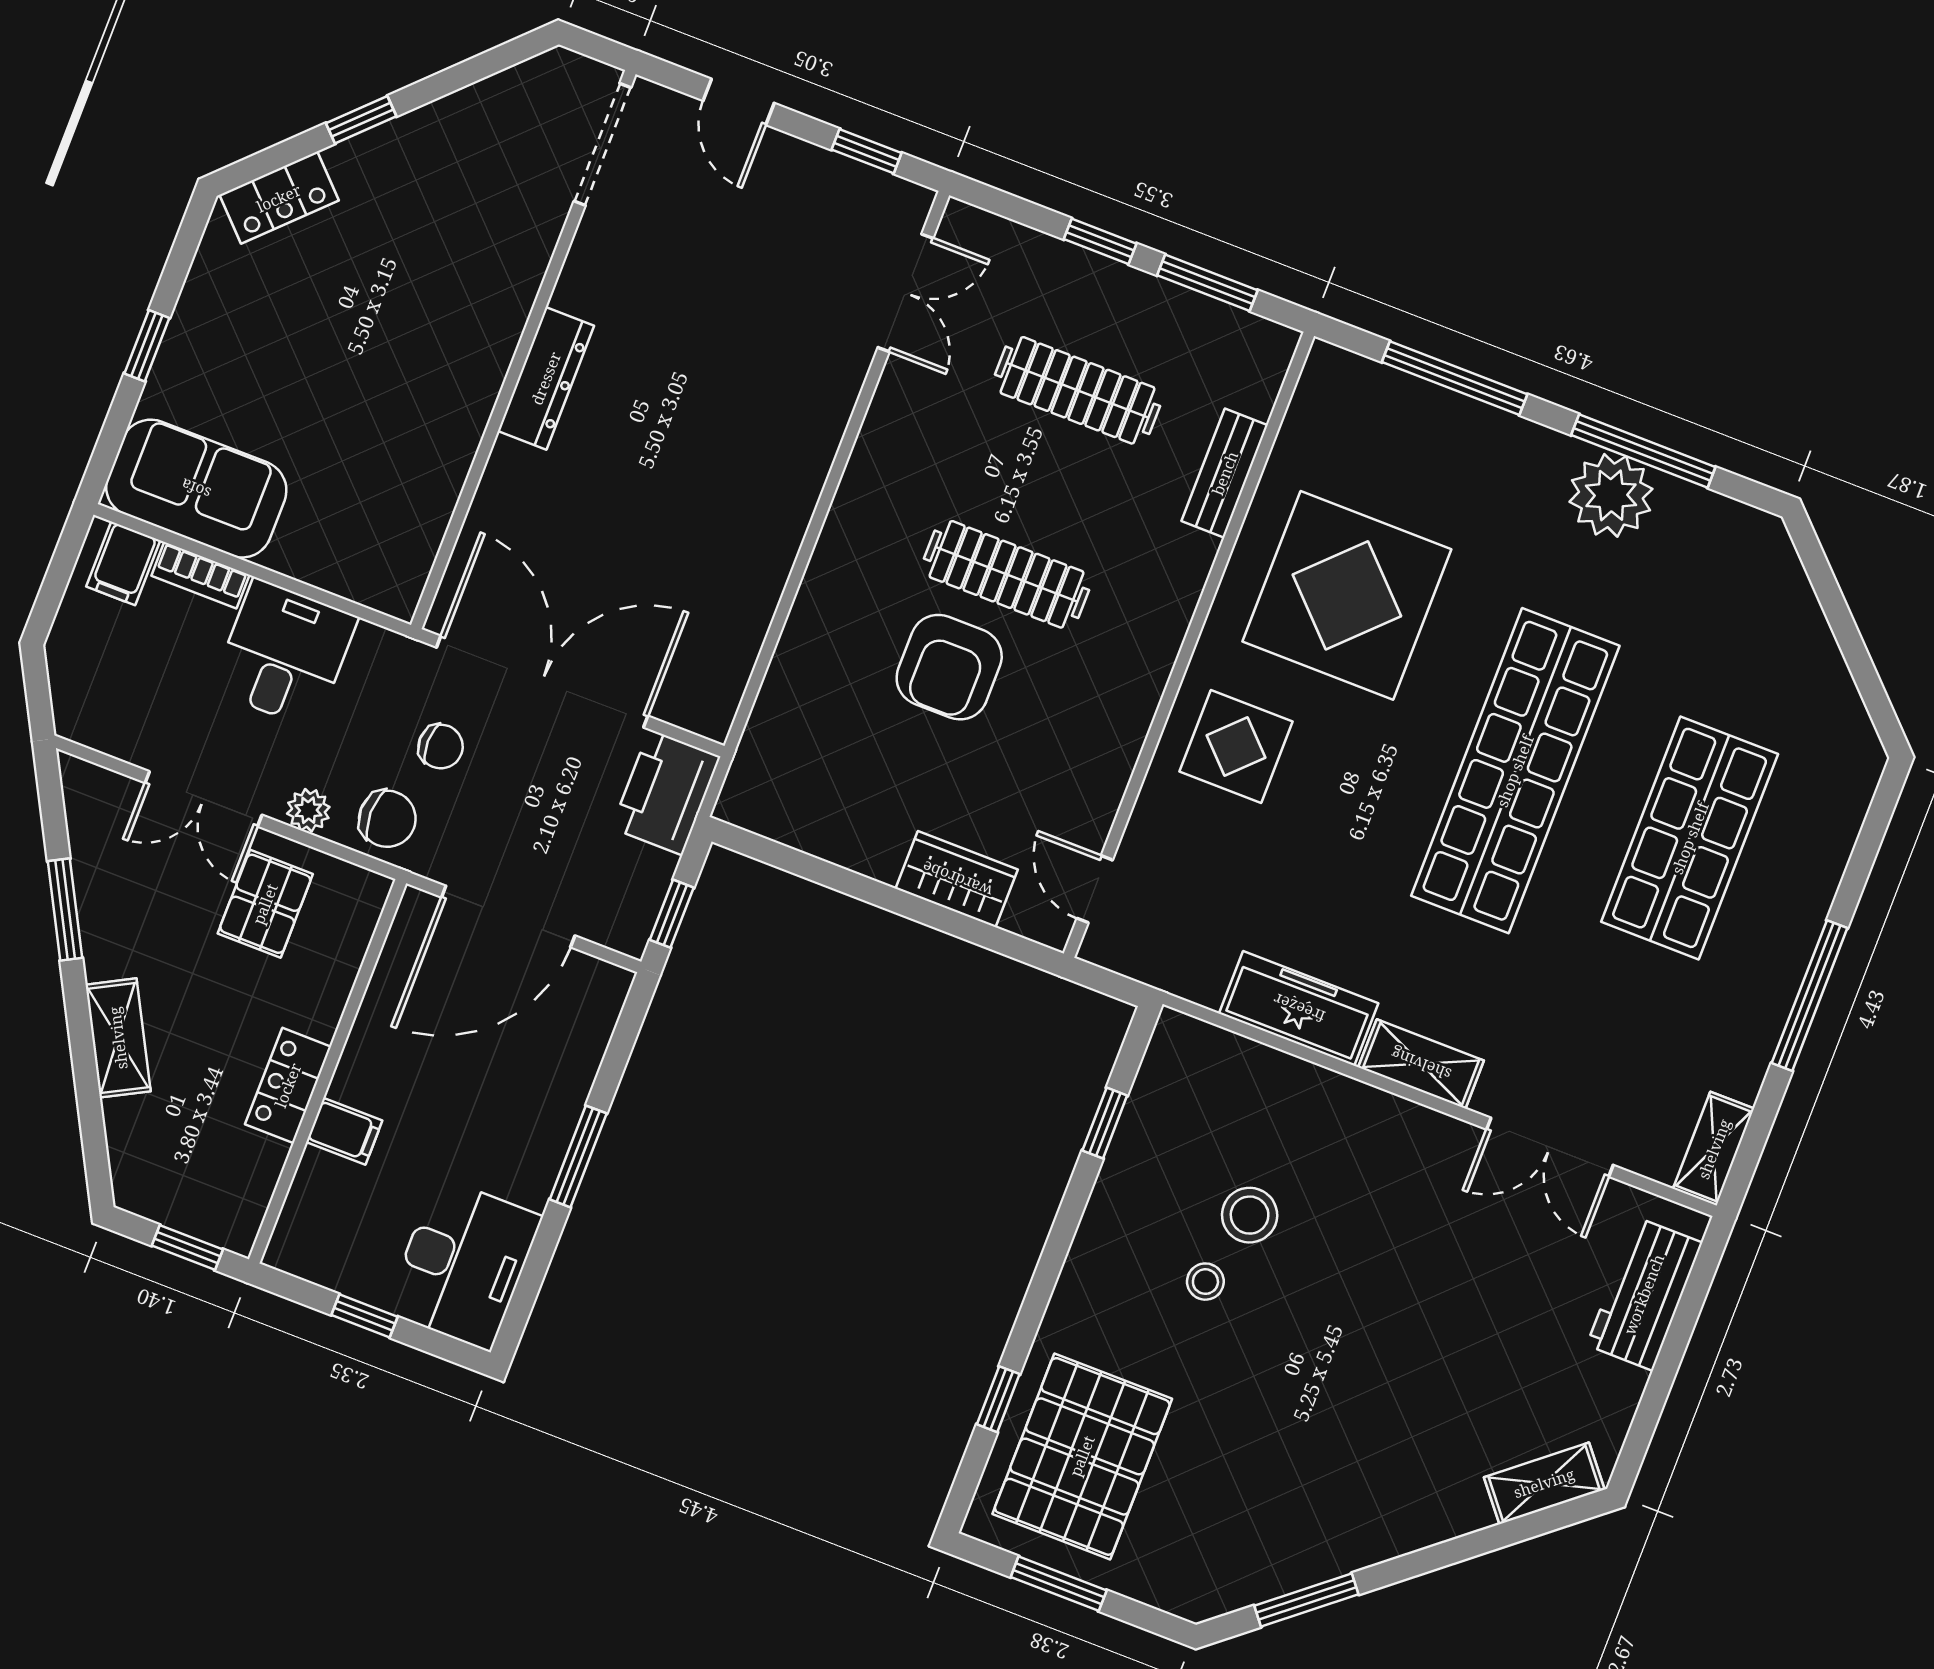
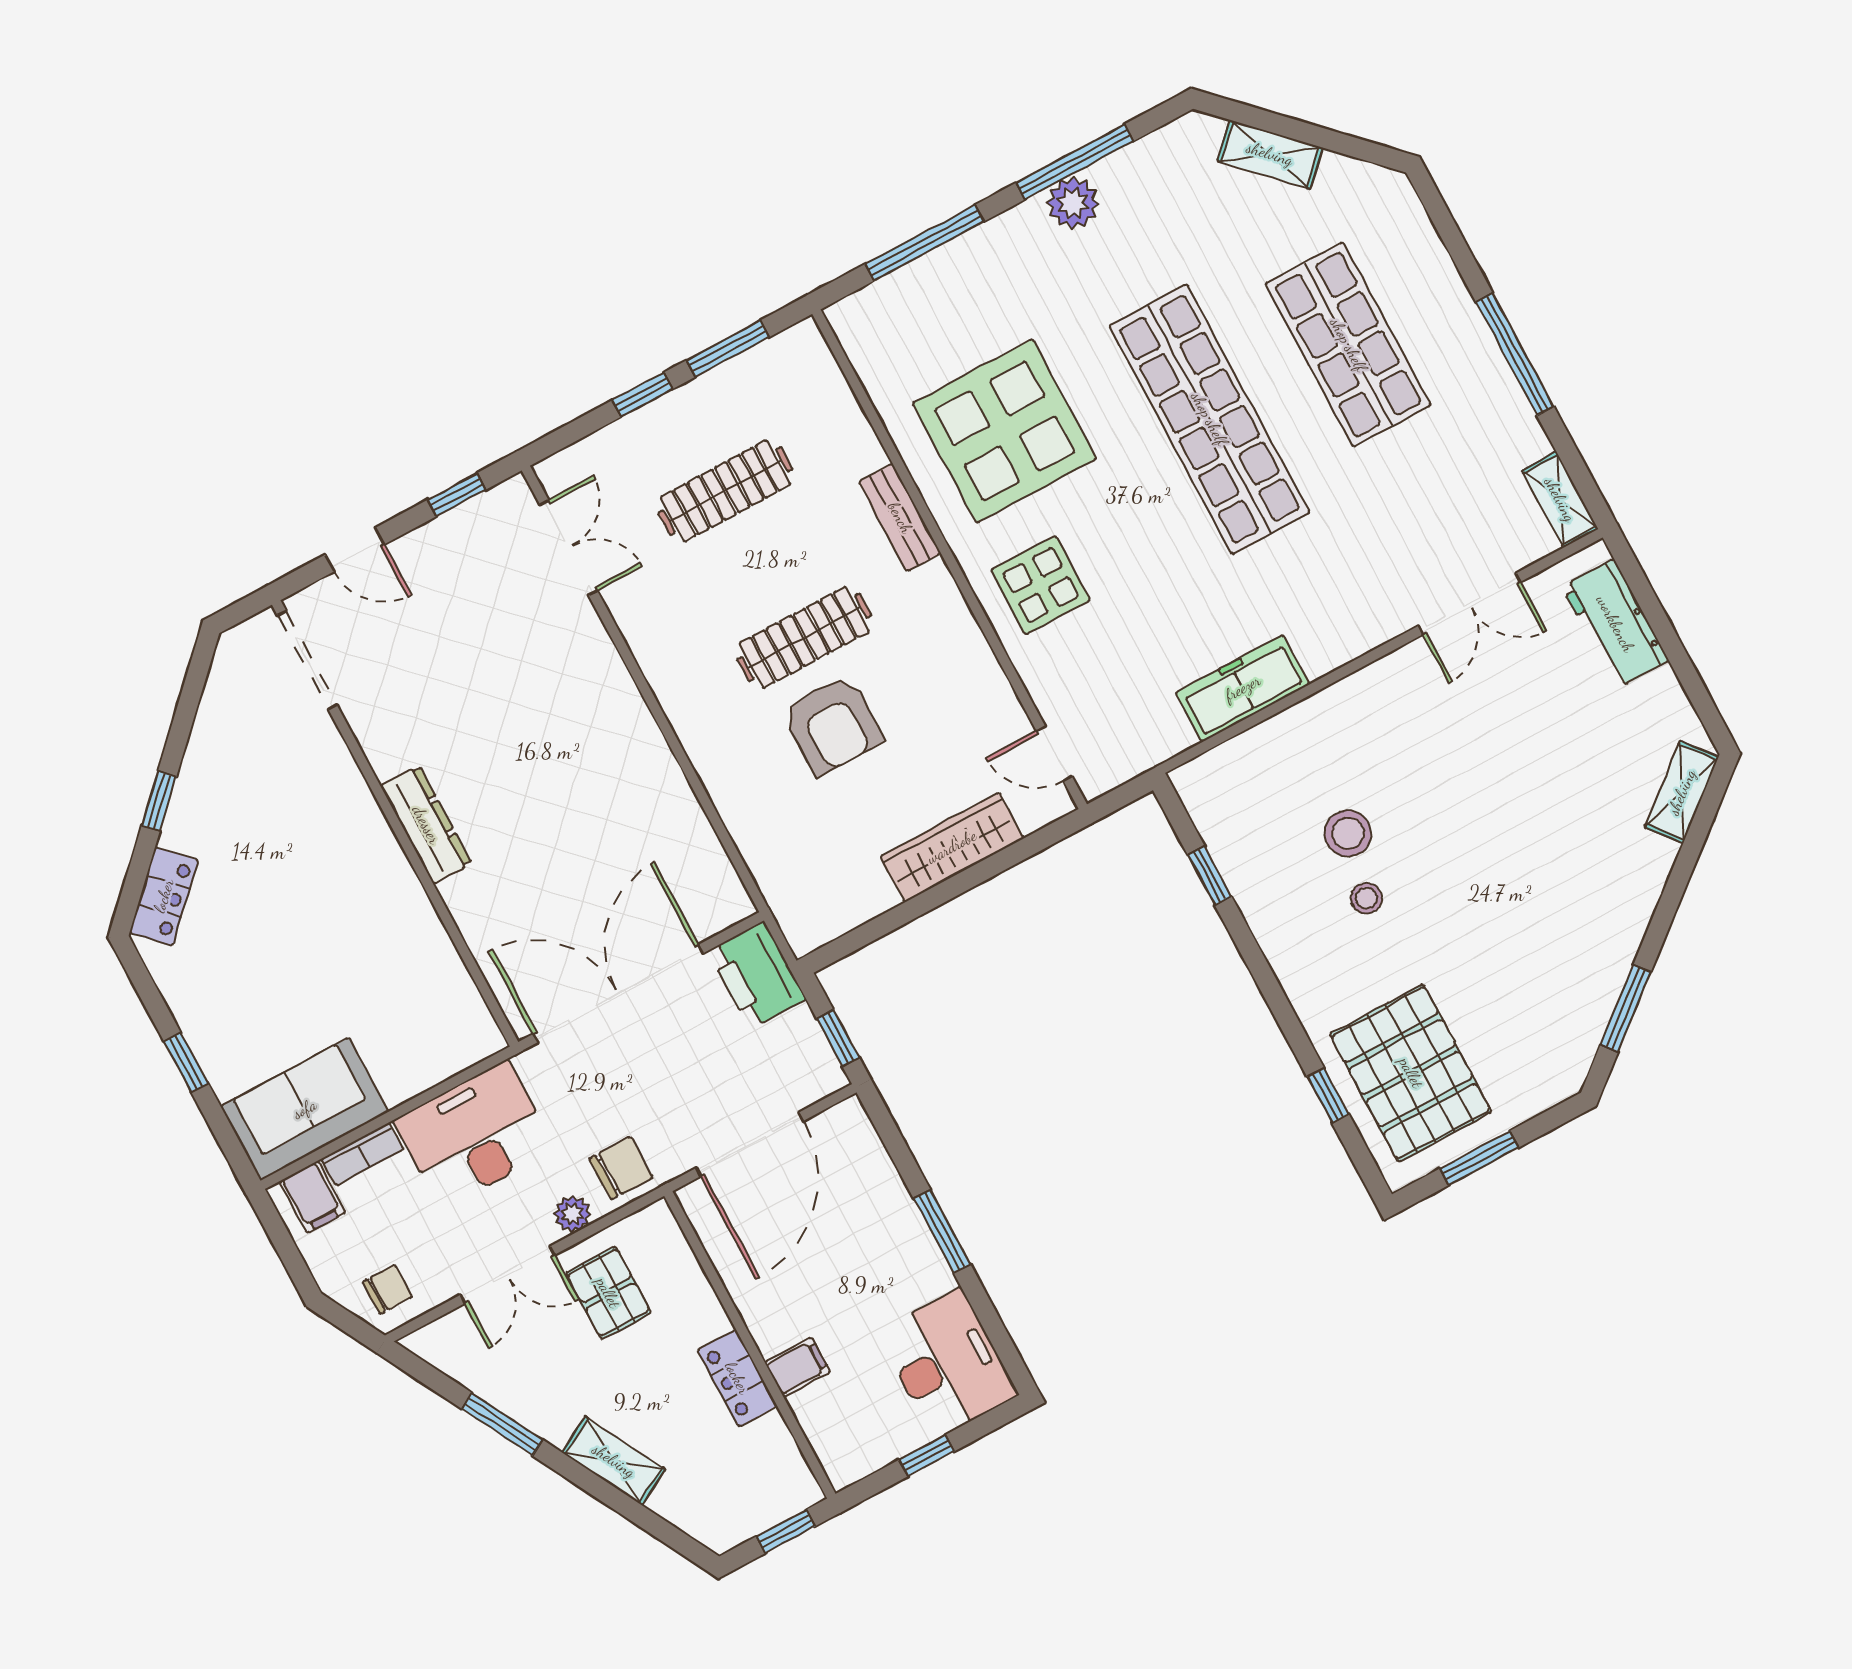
bench: (1225, 473) -> (900, 518), moved
plant: (1611, 495) -> (1073, 203), width x0.73, depth x0.73
desk: (285, 654) -> (474, 1135), width x1.37
chair: (441, 746) -> (387, 1289), moved
wardrobe: (957, 879) -> (952, 847), width x1.50
shelving: (1421, 1064) -> (1270, 154), moved, turned 45

